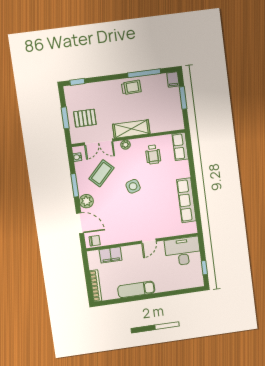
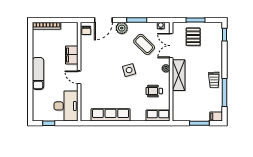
filing cabinet: (111, 255) -> (72, 55), moved
exam couch: (136, 289) -> (38, 73), moved

